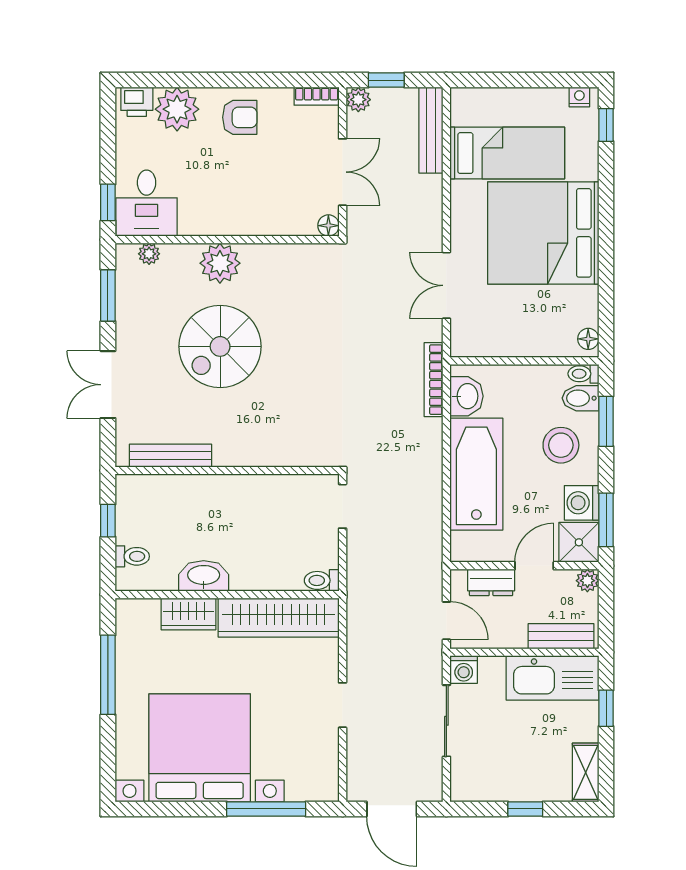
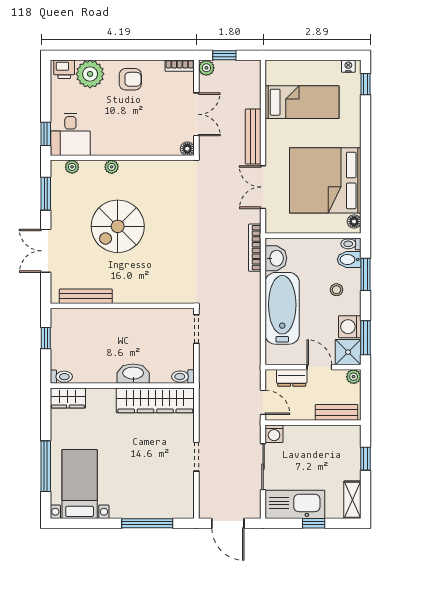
bench: (431, 130) -> (253, 136), moved
bed: (543, 233) -> (325, 180), moved
plant: (220, 263) -> (112, 167), width x0.53, depth x0.53
stool: (561, 445) -> (336, 290), width x0.53, depth x0.53
toilet: (132, 556) -> (61, 377), moved
door: (534, 566) -> (319, 367), hinge flipped
washbasin: (204, 576) -> (133, 374), moved
wardrobe: (188, 614) -> (68, 398), moved
window: (108, 675) -> (46, 466), moved
kitchen sink: (553, 678) -> (295, 504), moved, turned 180
bed with nightstands: (200, 748) -> (80, 484), width x0.54

